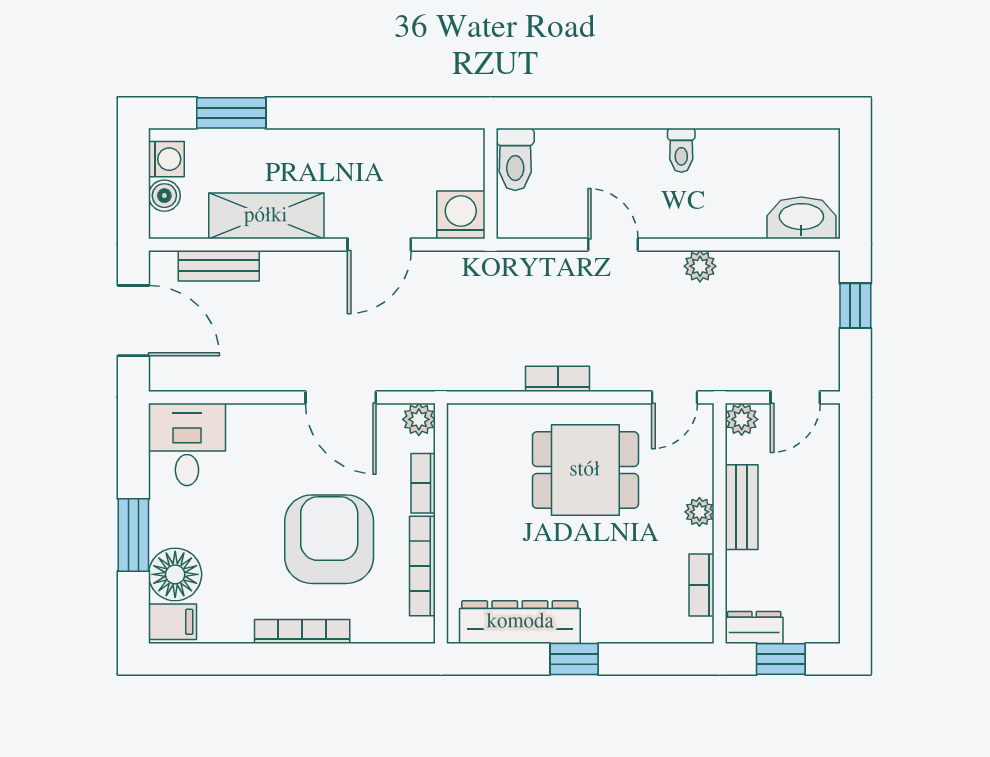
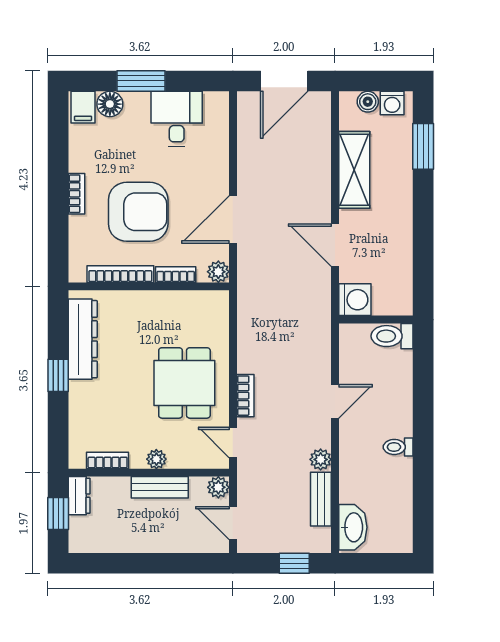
bench: (219, 266) -> (321, 499), moved
bookcase: (558, 379) -> (245, 396), moved
desk: (187, 444) -> (177, 119), moved, turned -90
floor lamp: (175, 574) -> (110, 104), width x0.73, depth x0.73
bookcase: (302, 632) -> (76, 194), width x0.64

